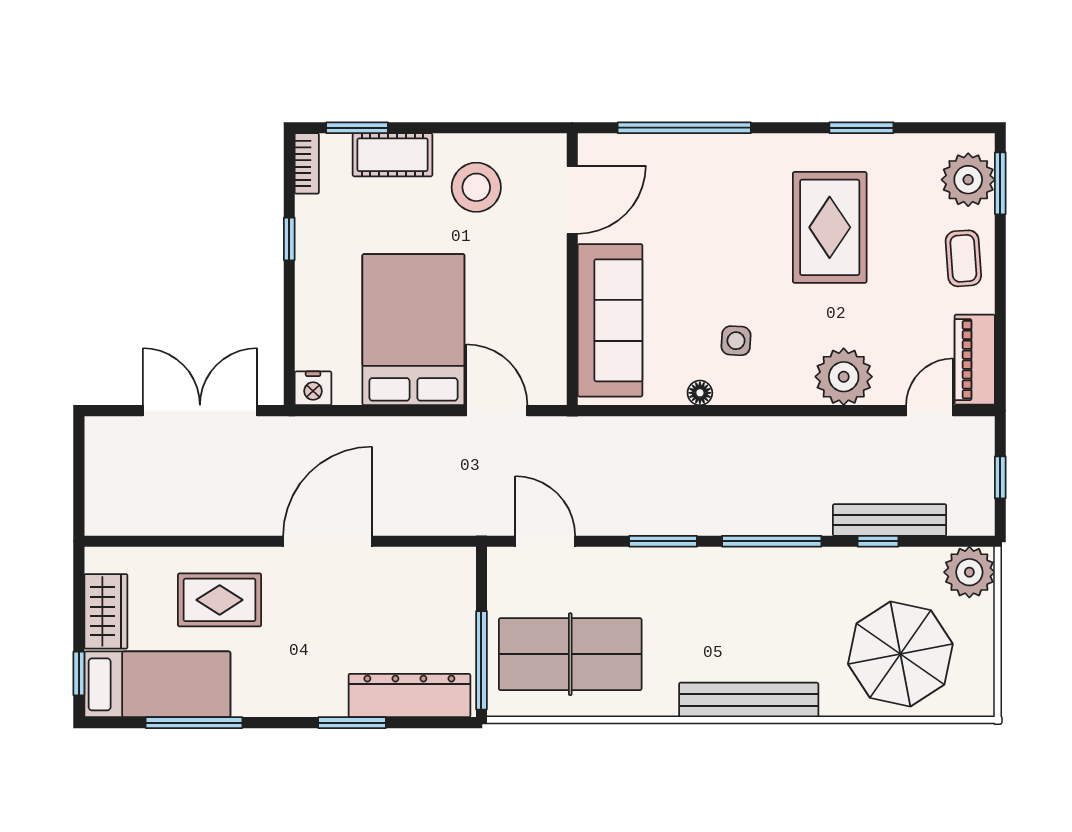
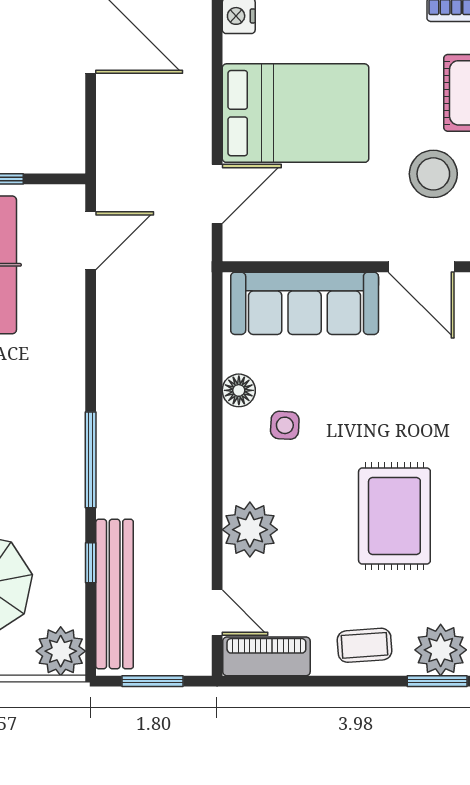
rug: (830, 227) -> (394, 516), turned 90
floor lamp: (700, 393) -> (239, 390), width x1.37, depth x1.37
window: (1000, 477) -> (152, 681), width x1.50
bench: (890, 520) -> (115, 594), width x1.37, depth x1.21
window: (663, 541) -> (91, 355), removed

